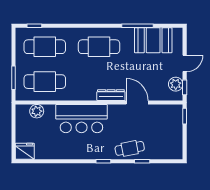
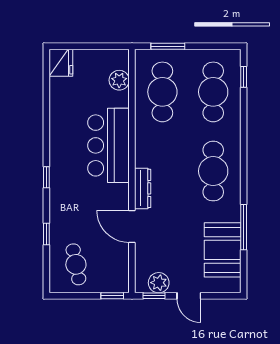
door: (137, 102) -> (132, 226), swing flipped
cafe table: (130, 148) -> (76, 264), moved

